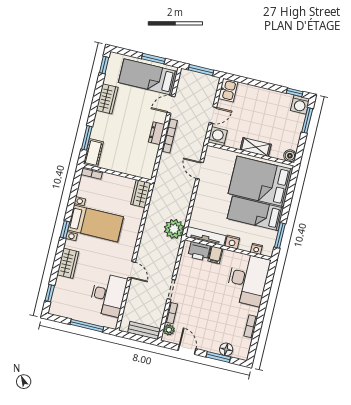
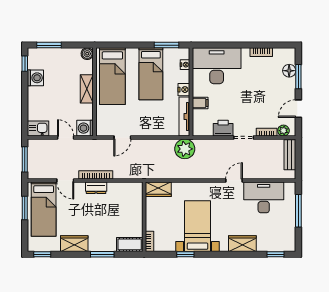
washing machine: (300, 105) -> (35, 78), moved
window: (87, 138) -> (102, 254), moved
bed: (260, 181) -> (112, 76), width x0.67
window: (65, 229) -> (185, 254), moved
printer: (199, 251) -> (223, 128), moved, turned -90

